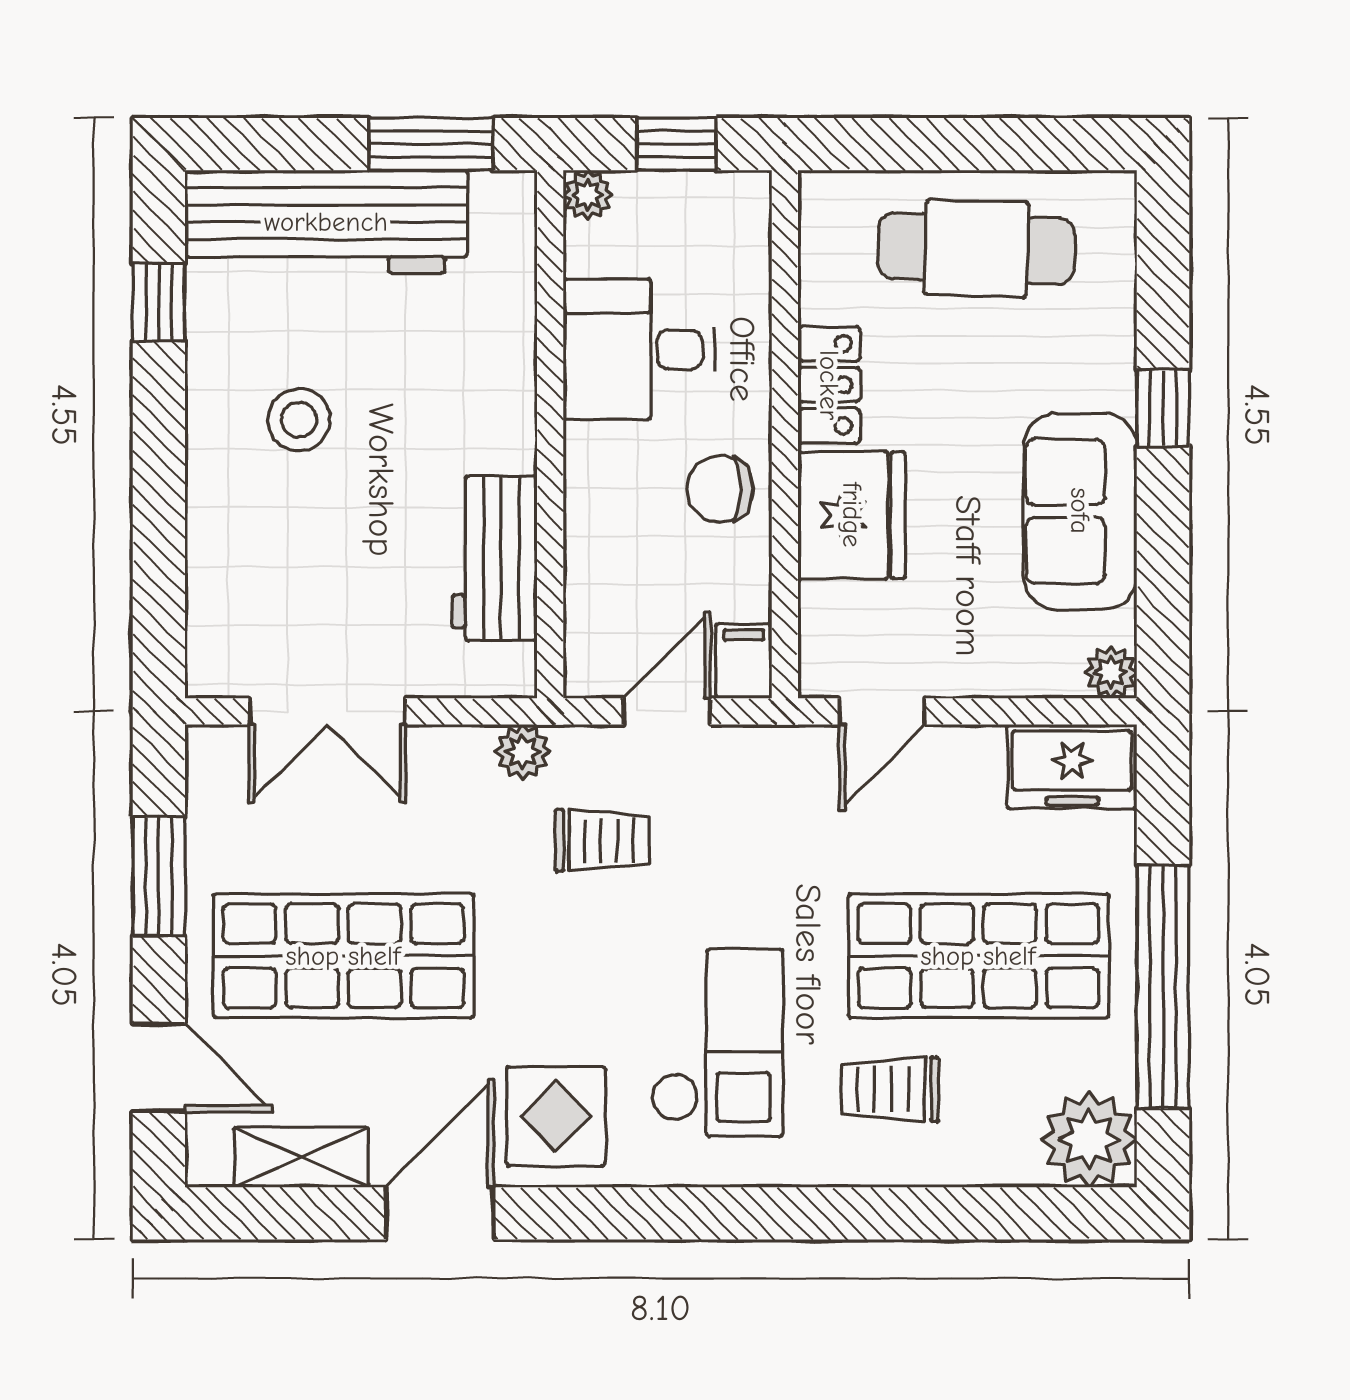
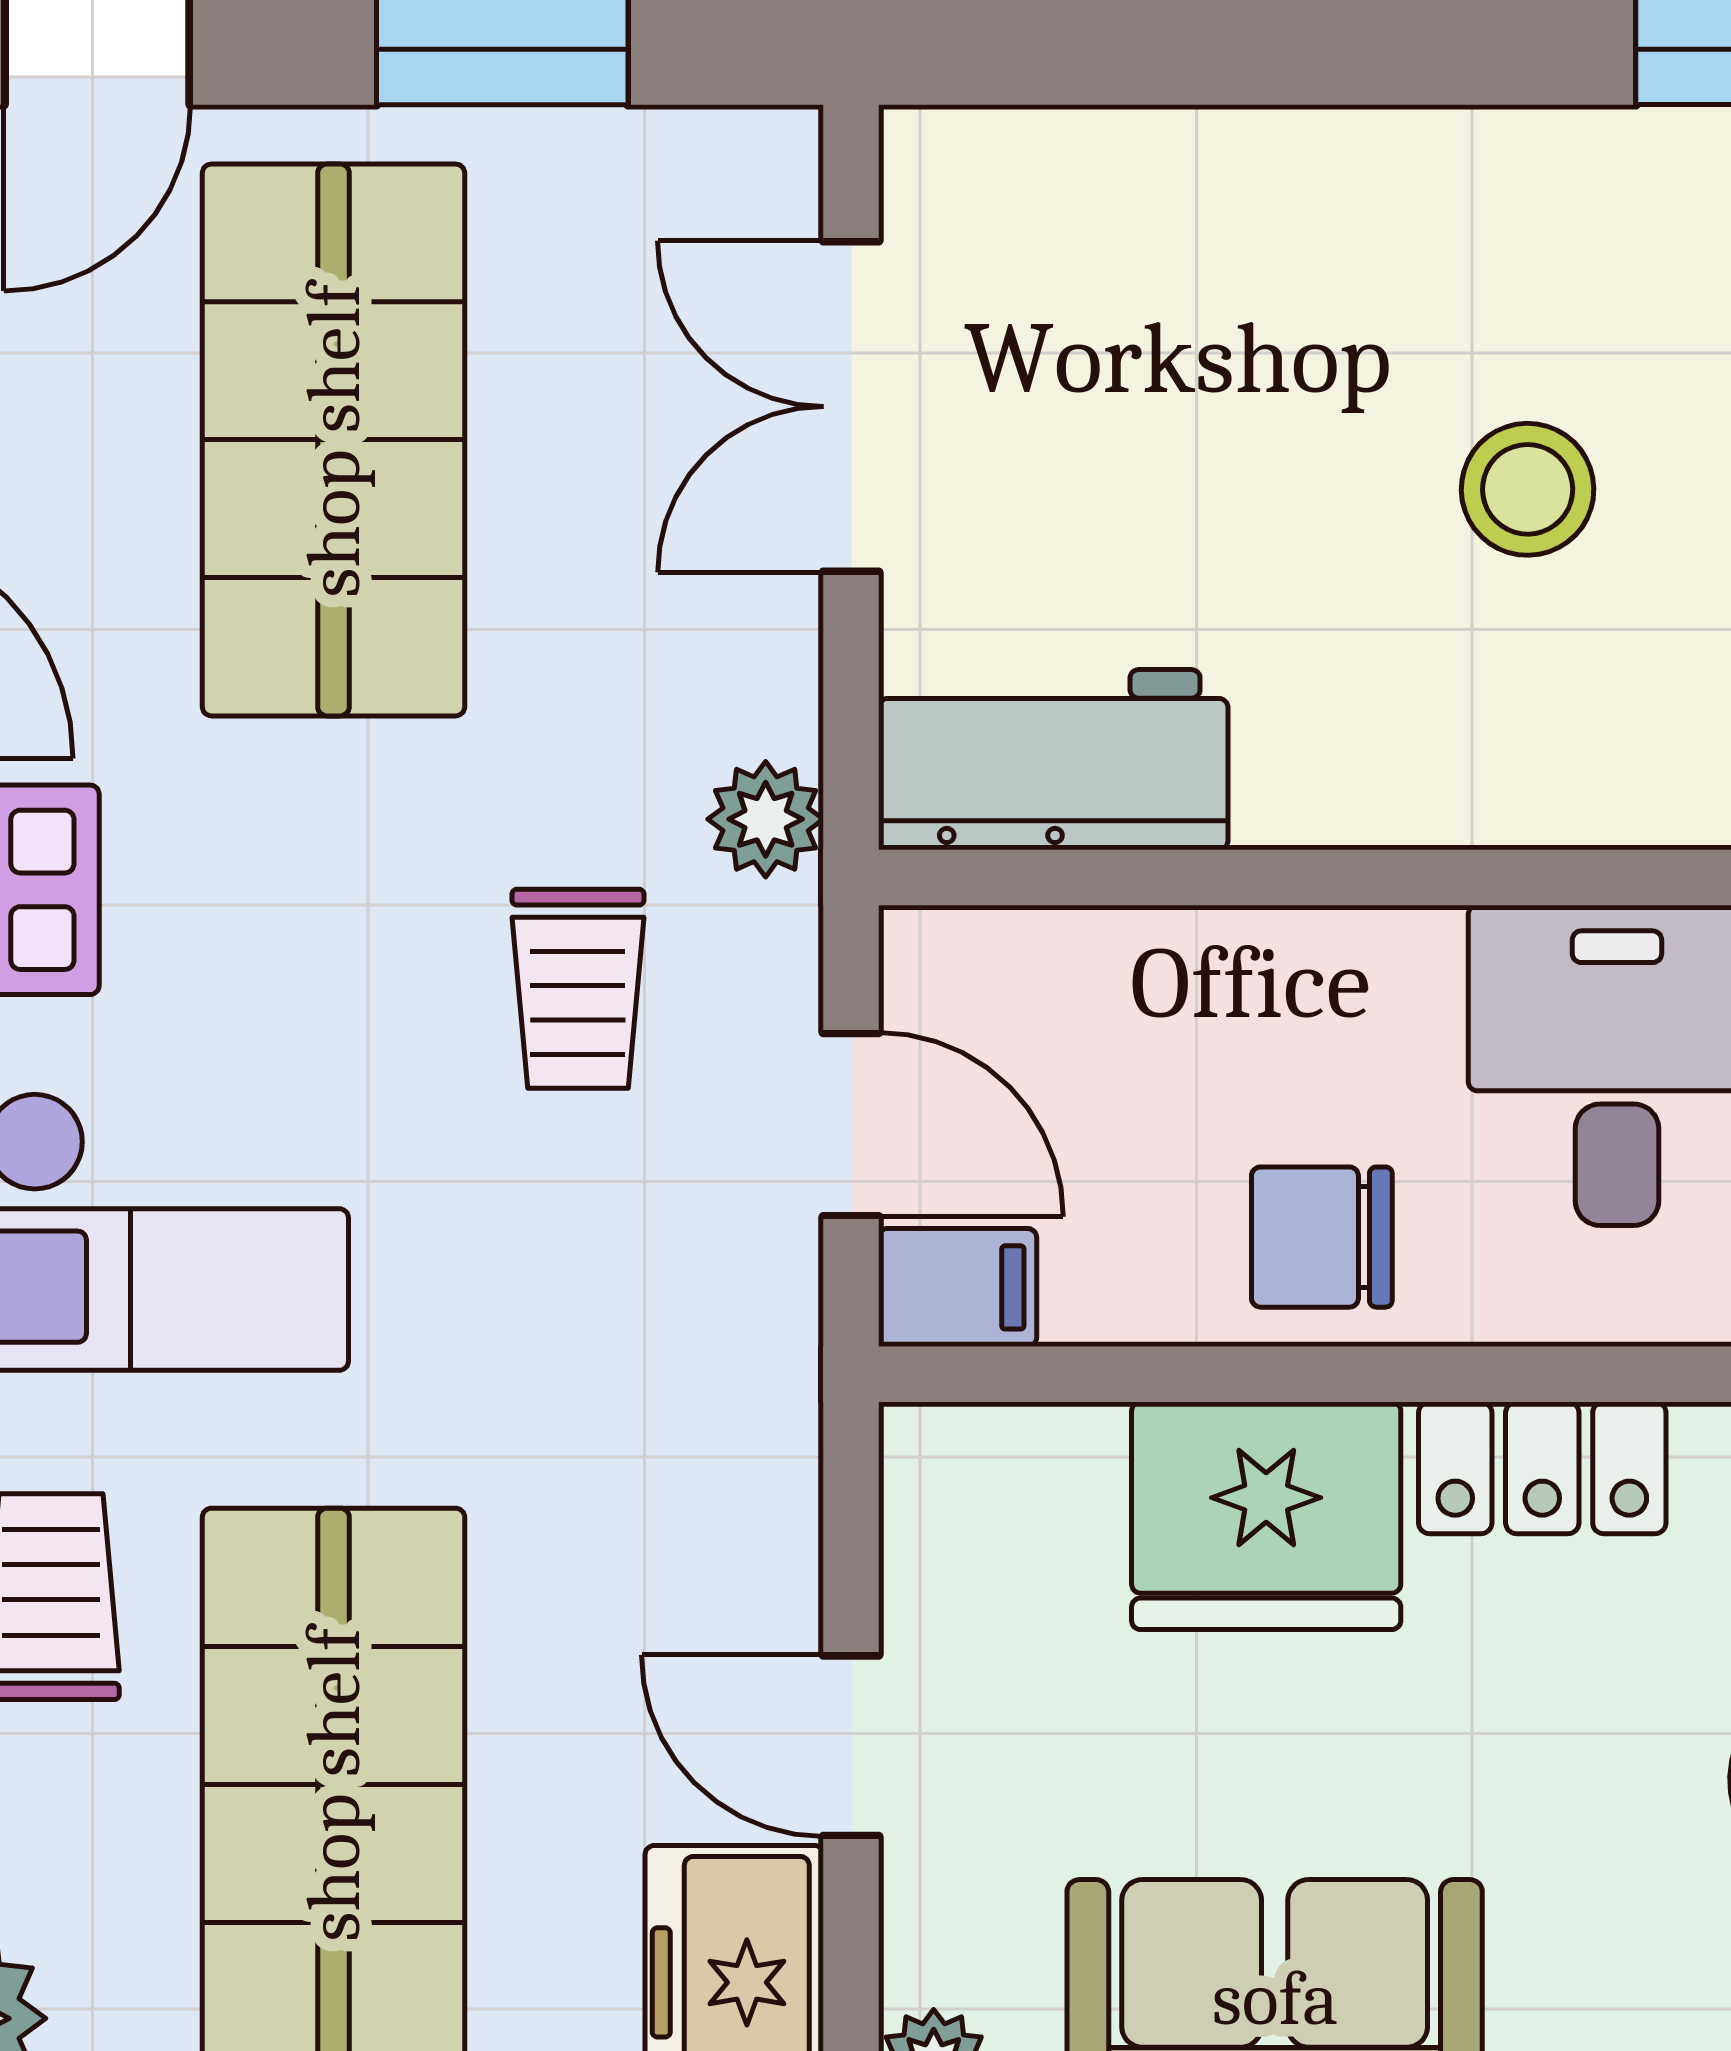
stool: (299, 420) -> (1528, 489), moved
chair: (720, 489) -> (1322, 1237), turned -90
workbench: (494, 558) -> (1053, 760), moved
door: (882, 711) -> (851, 1746), moved

